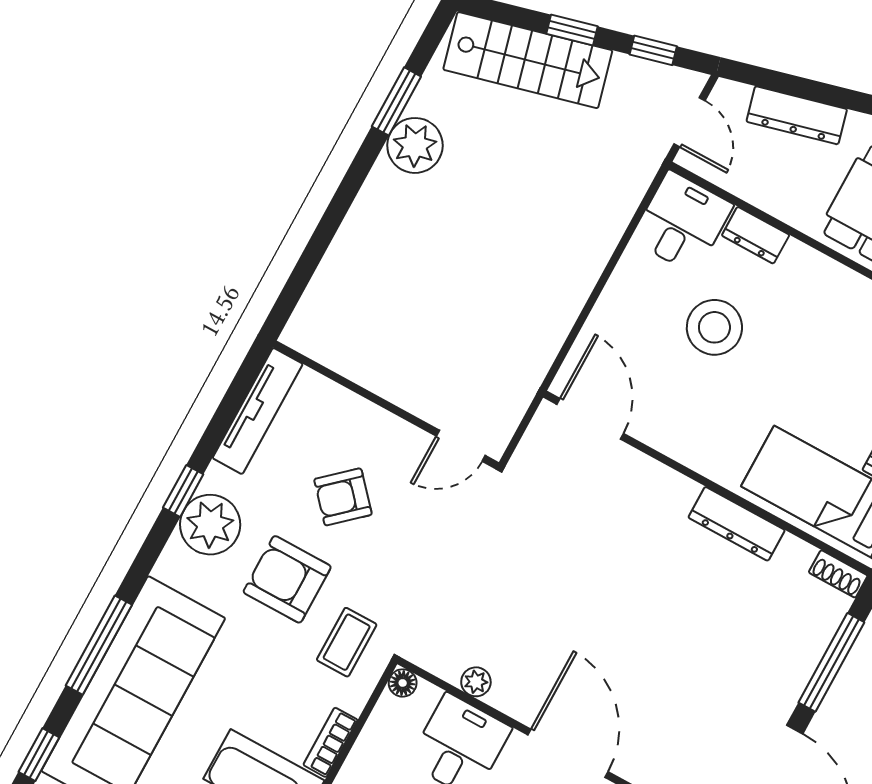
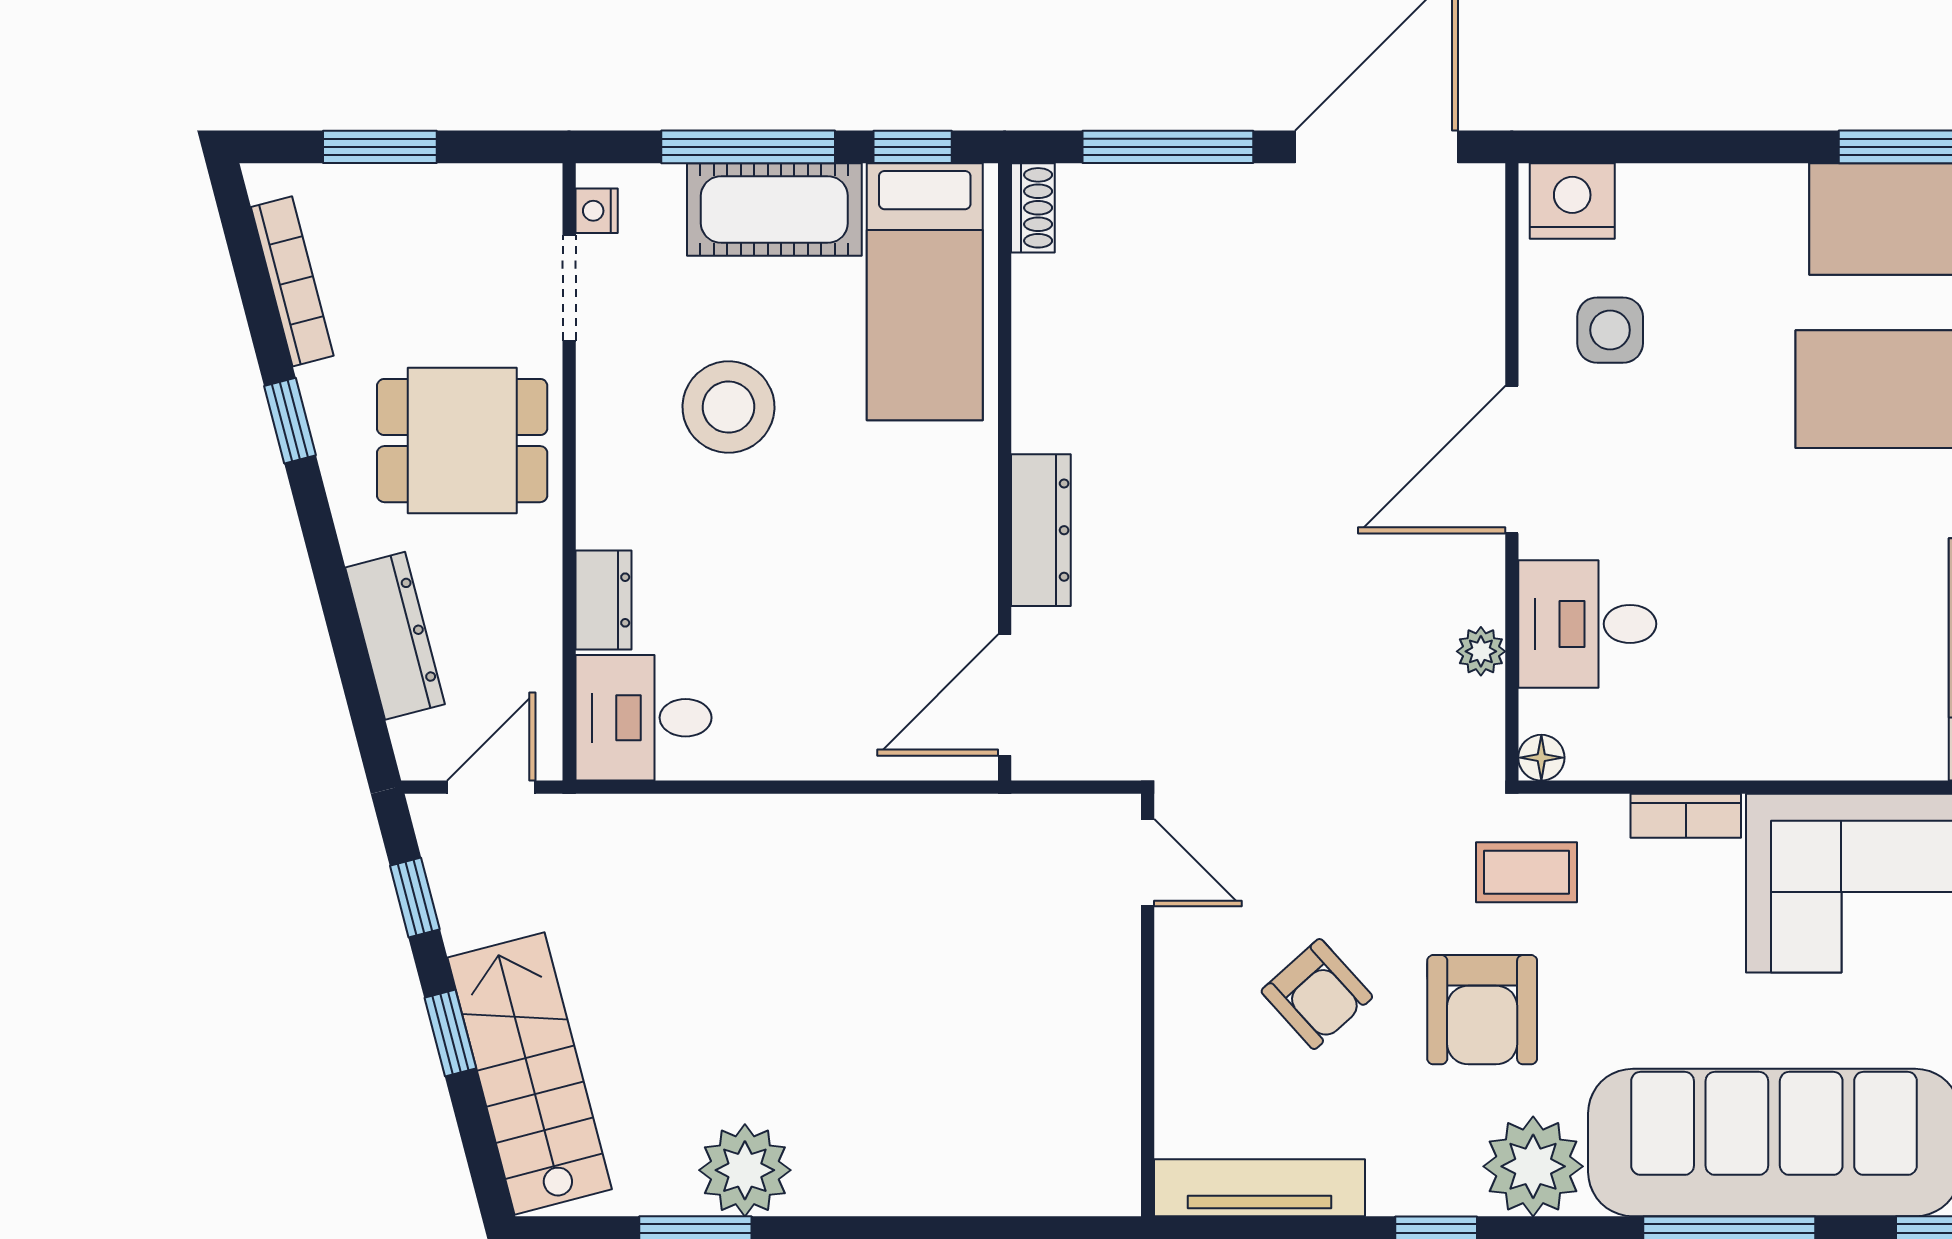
stool: (714, 327) -> (728, 407), moved
dresser: (737, 524) -> (1041, 530), moved
plant: (210, 525) -> (1533, 1166), moved

